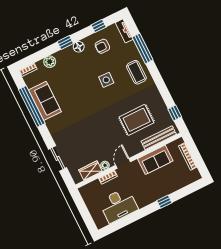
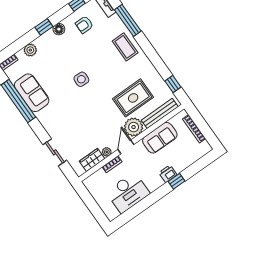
side table: (106, 80) -> (81, 79), moved
plant: (133, 146) -> (134, 127), added
printer: (157, 194) -> (168, 174), added

